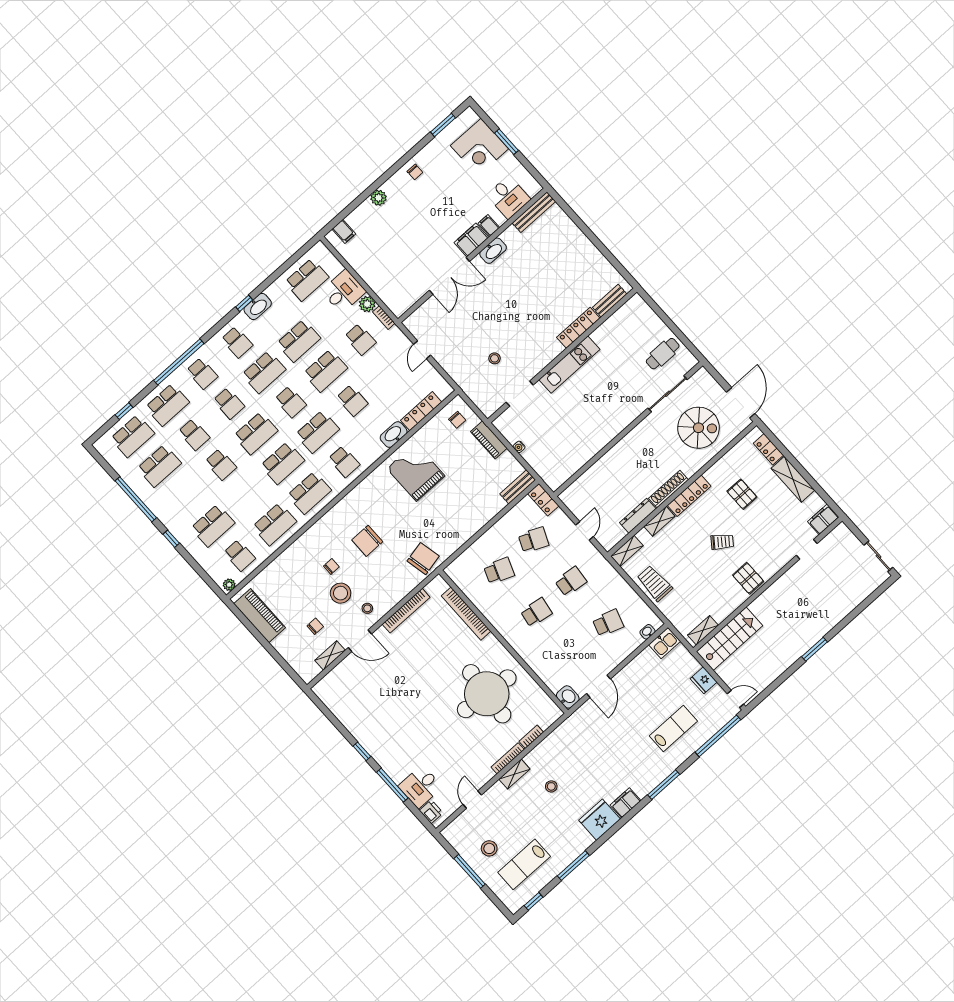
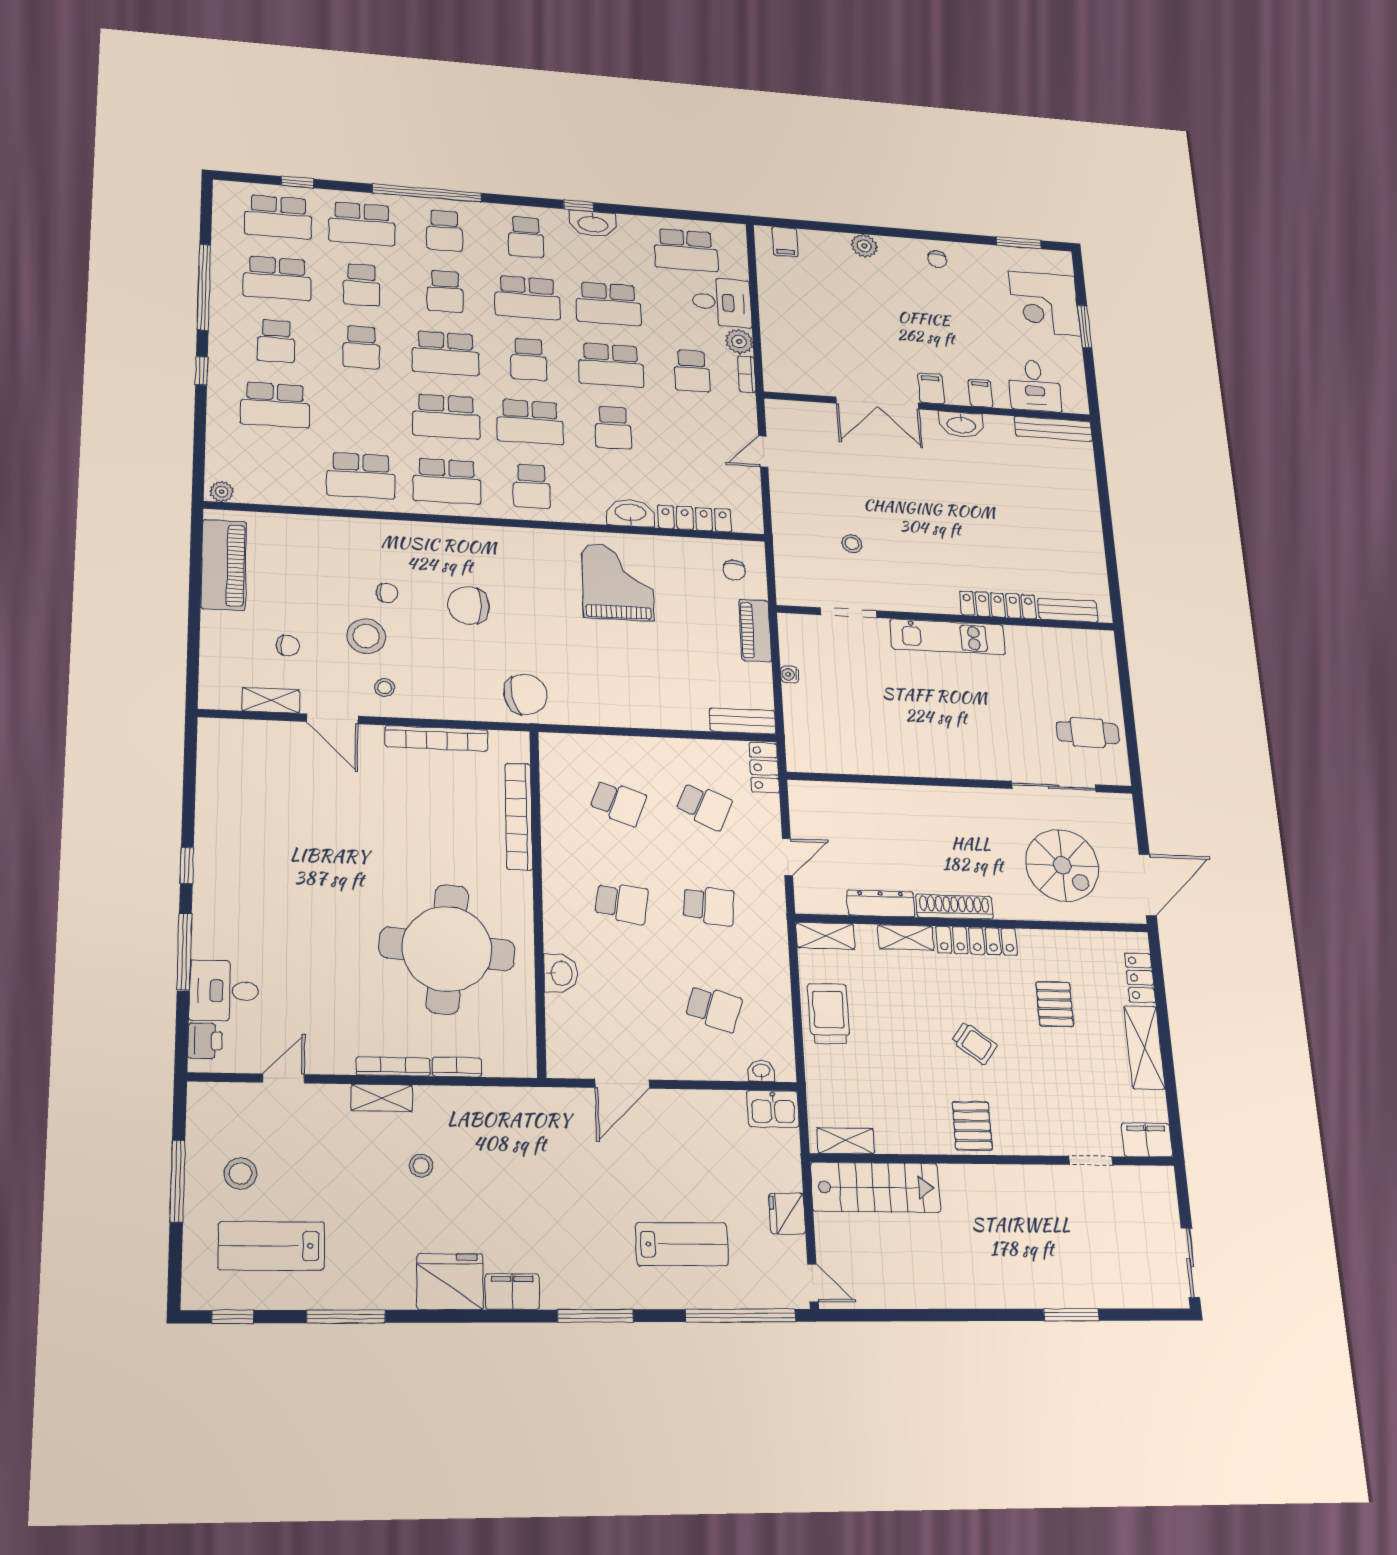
filing cabinet: (471, 240) -> (931, 389), width x0.50
school desk: (240, 555) -> (276, 341), moved
window: (814, 649) -> (1071, 1315), moved
washbasin: (568, 697) -> (561, 973), moved

